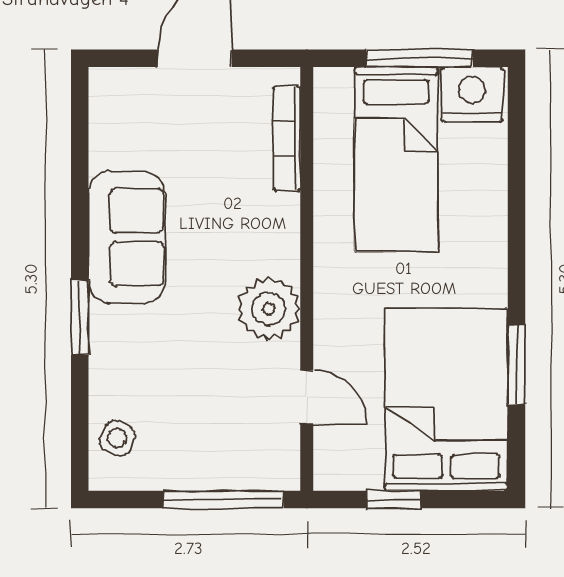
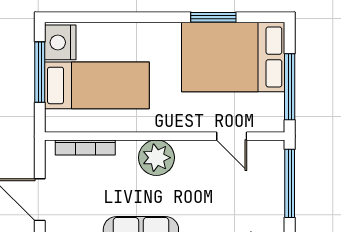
plant: (269, 309) -> (156, 158), moved
door: (307, 397) -> (232, 136), swing flipped
window: (394, 500) -> (290, 87), width x2.17

